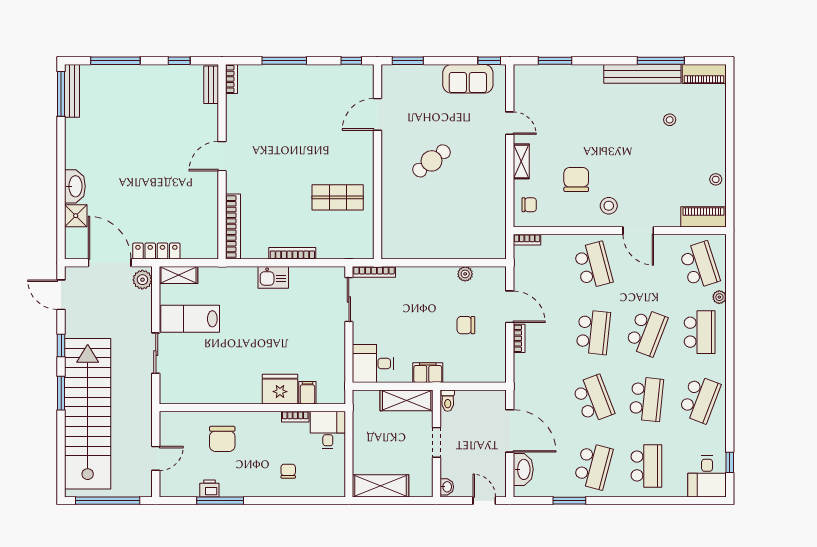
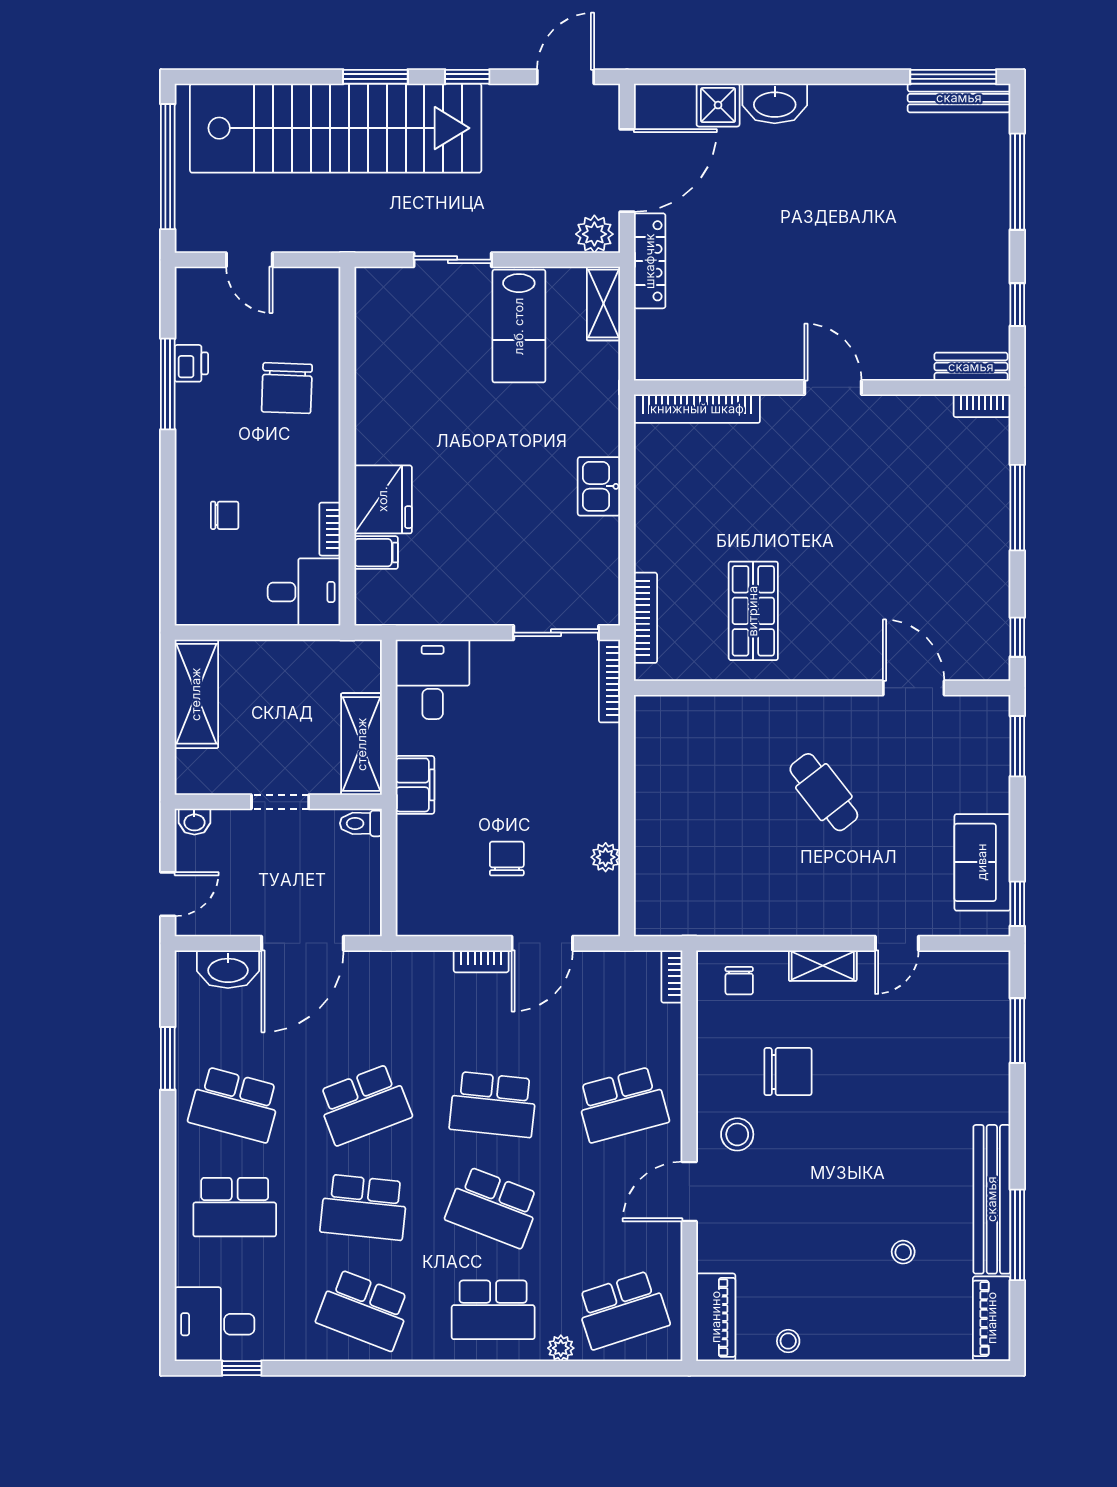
bookcase: (292, 253) -> (646, 618), moved
lab bench: (190, 319) -> (519, 326), turned 180
chair: (222, 439) -> (287, 388), turned -88

